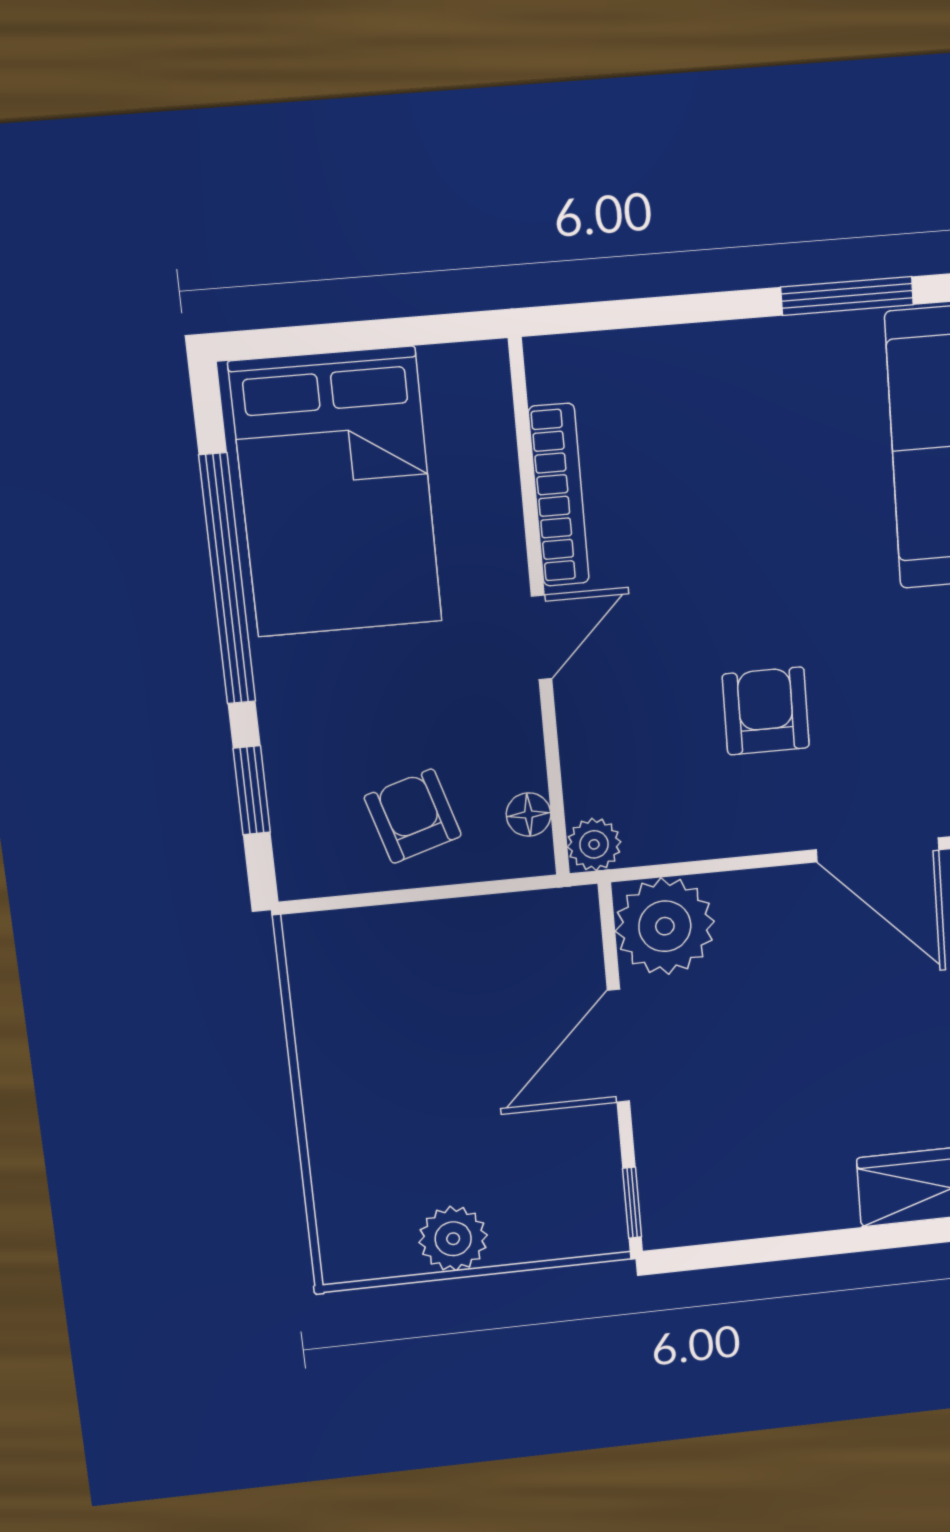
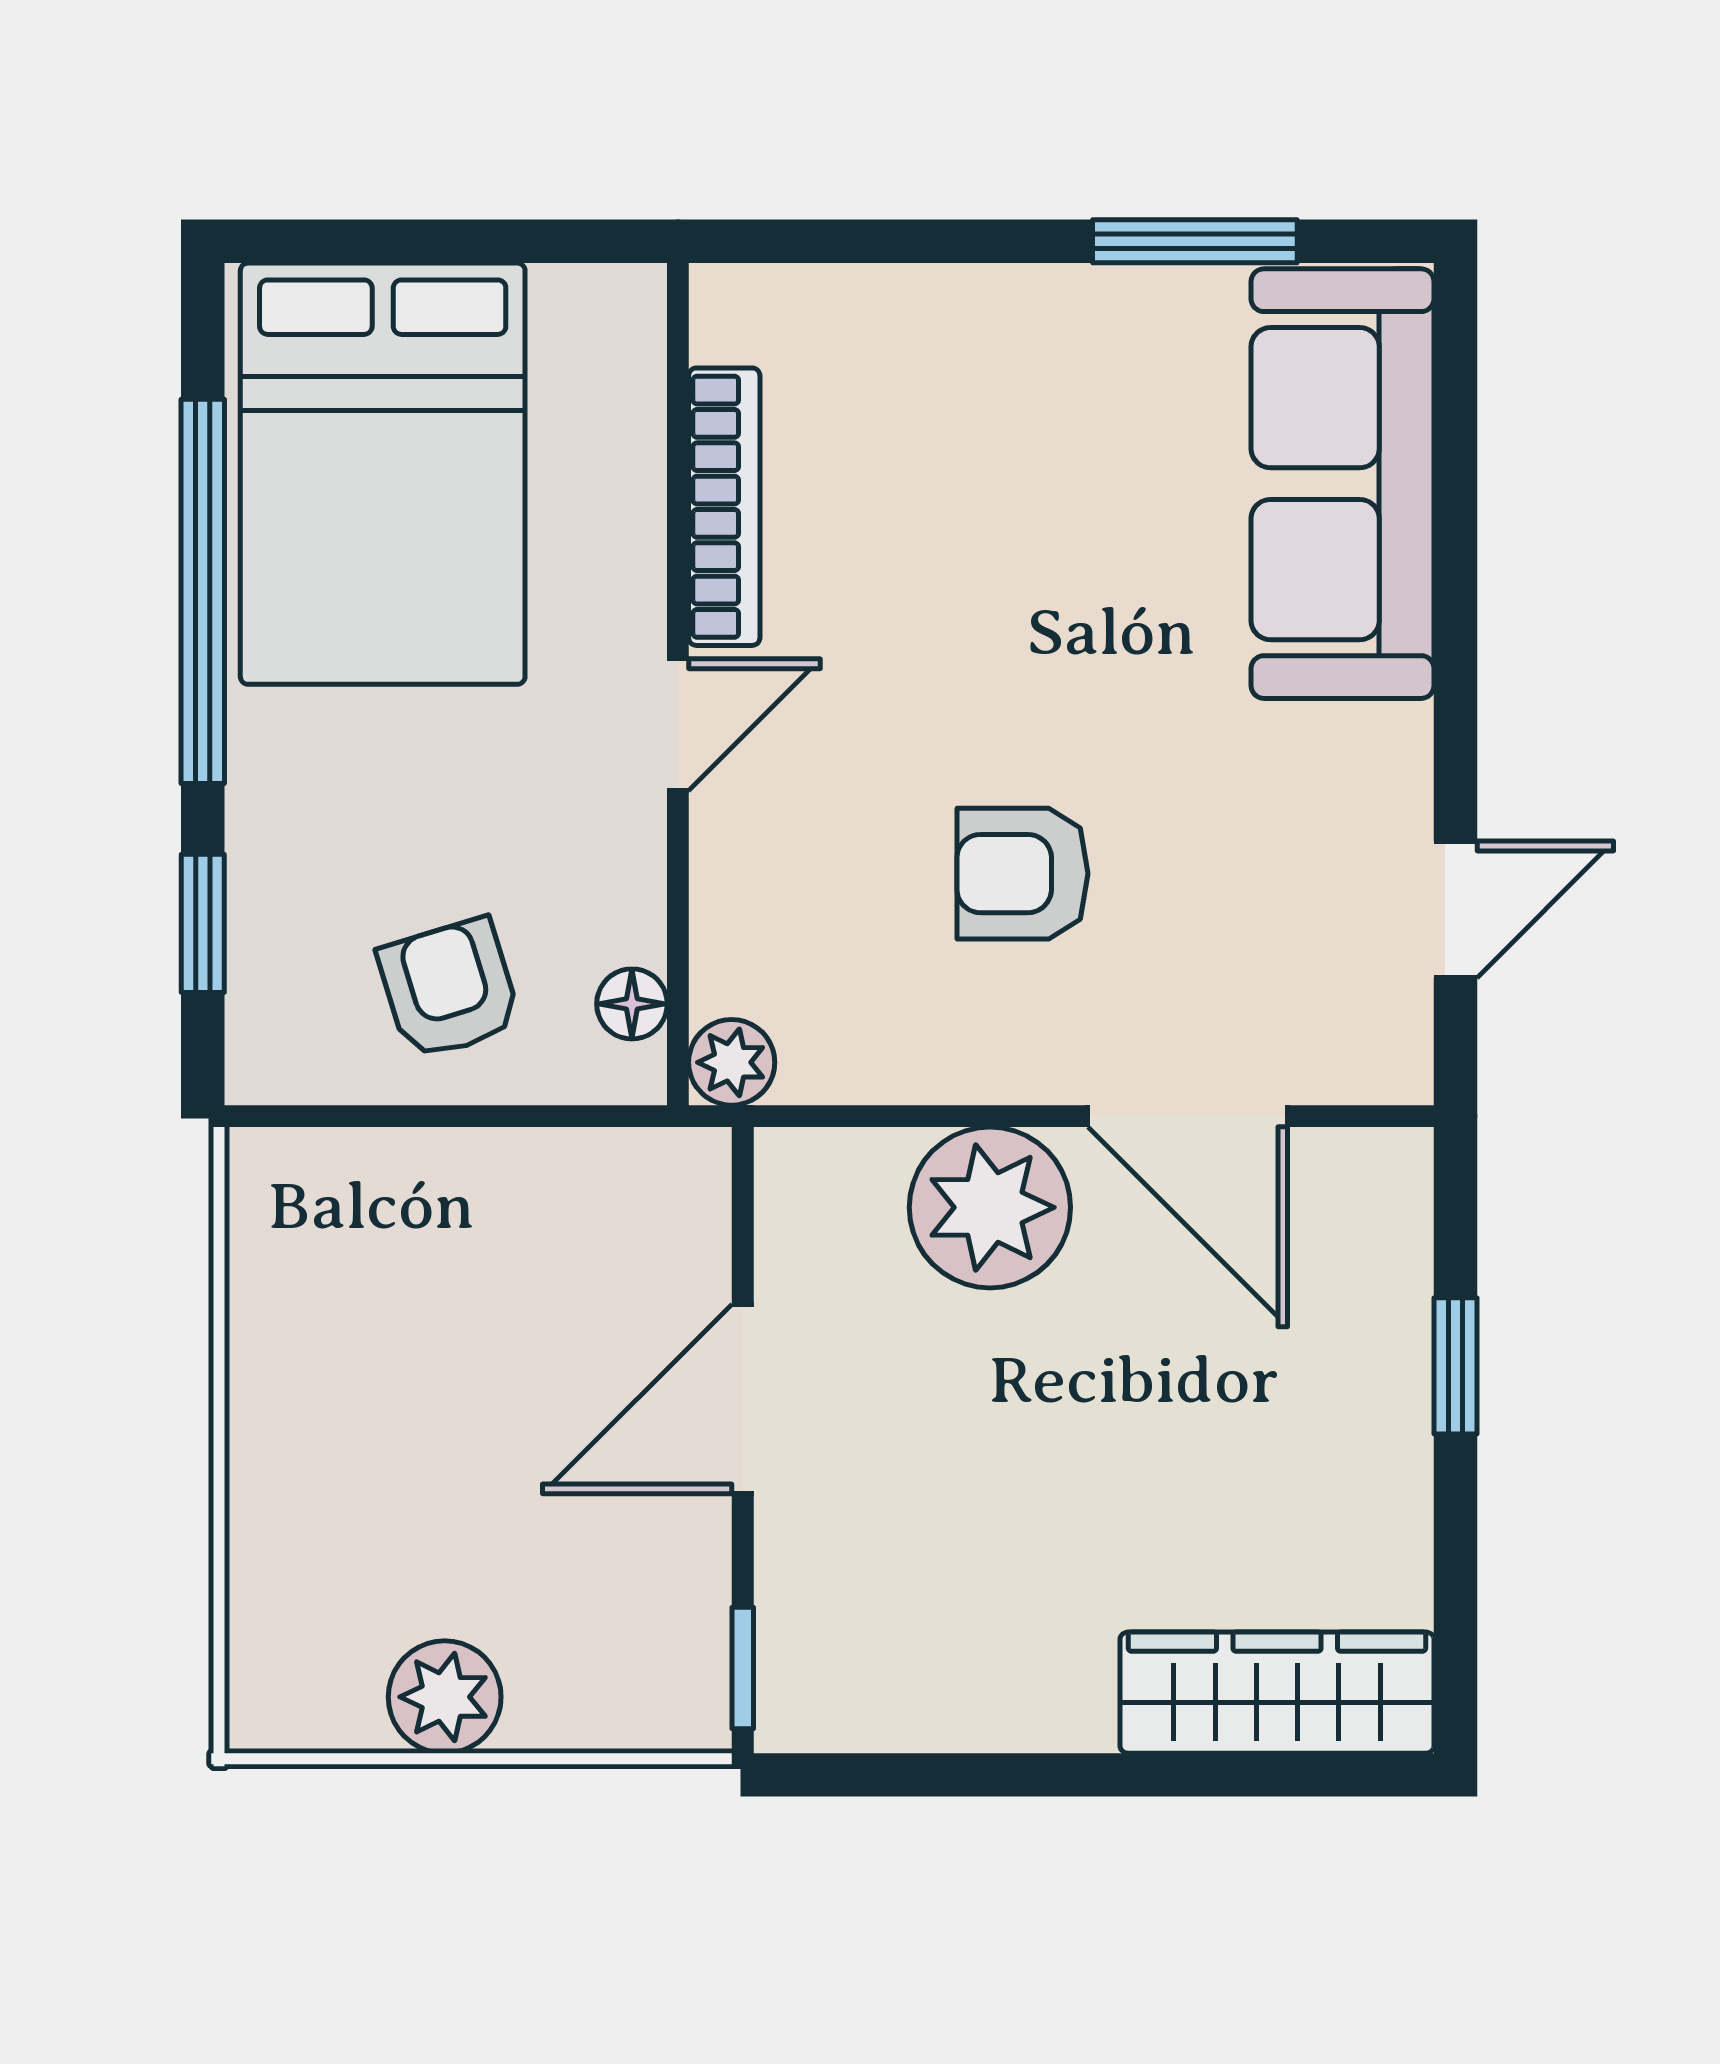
armchair: (766, 711) -> (1023, 874), turned -90
plant: (665, 926) -> (990, 1207), moved

